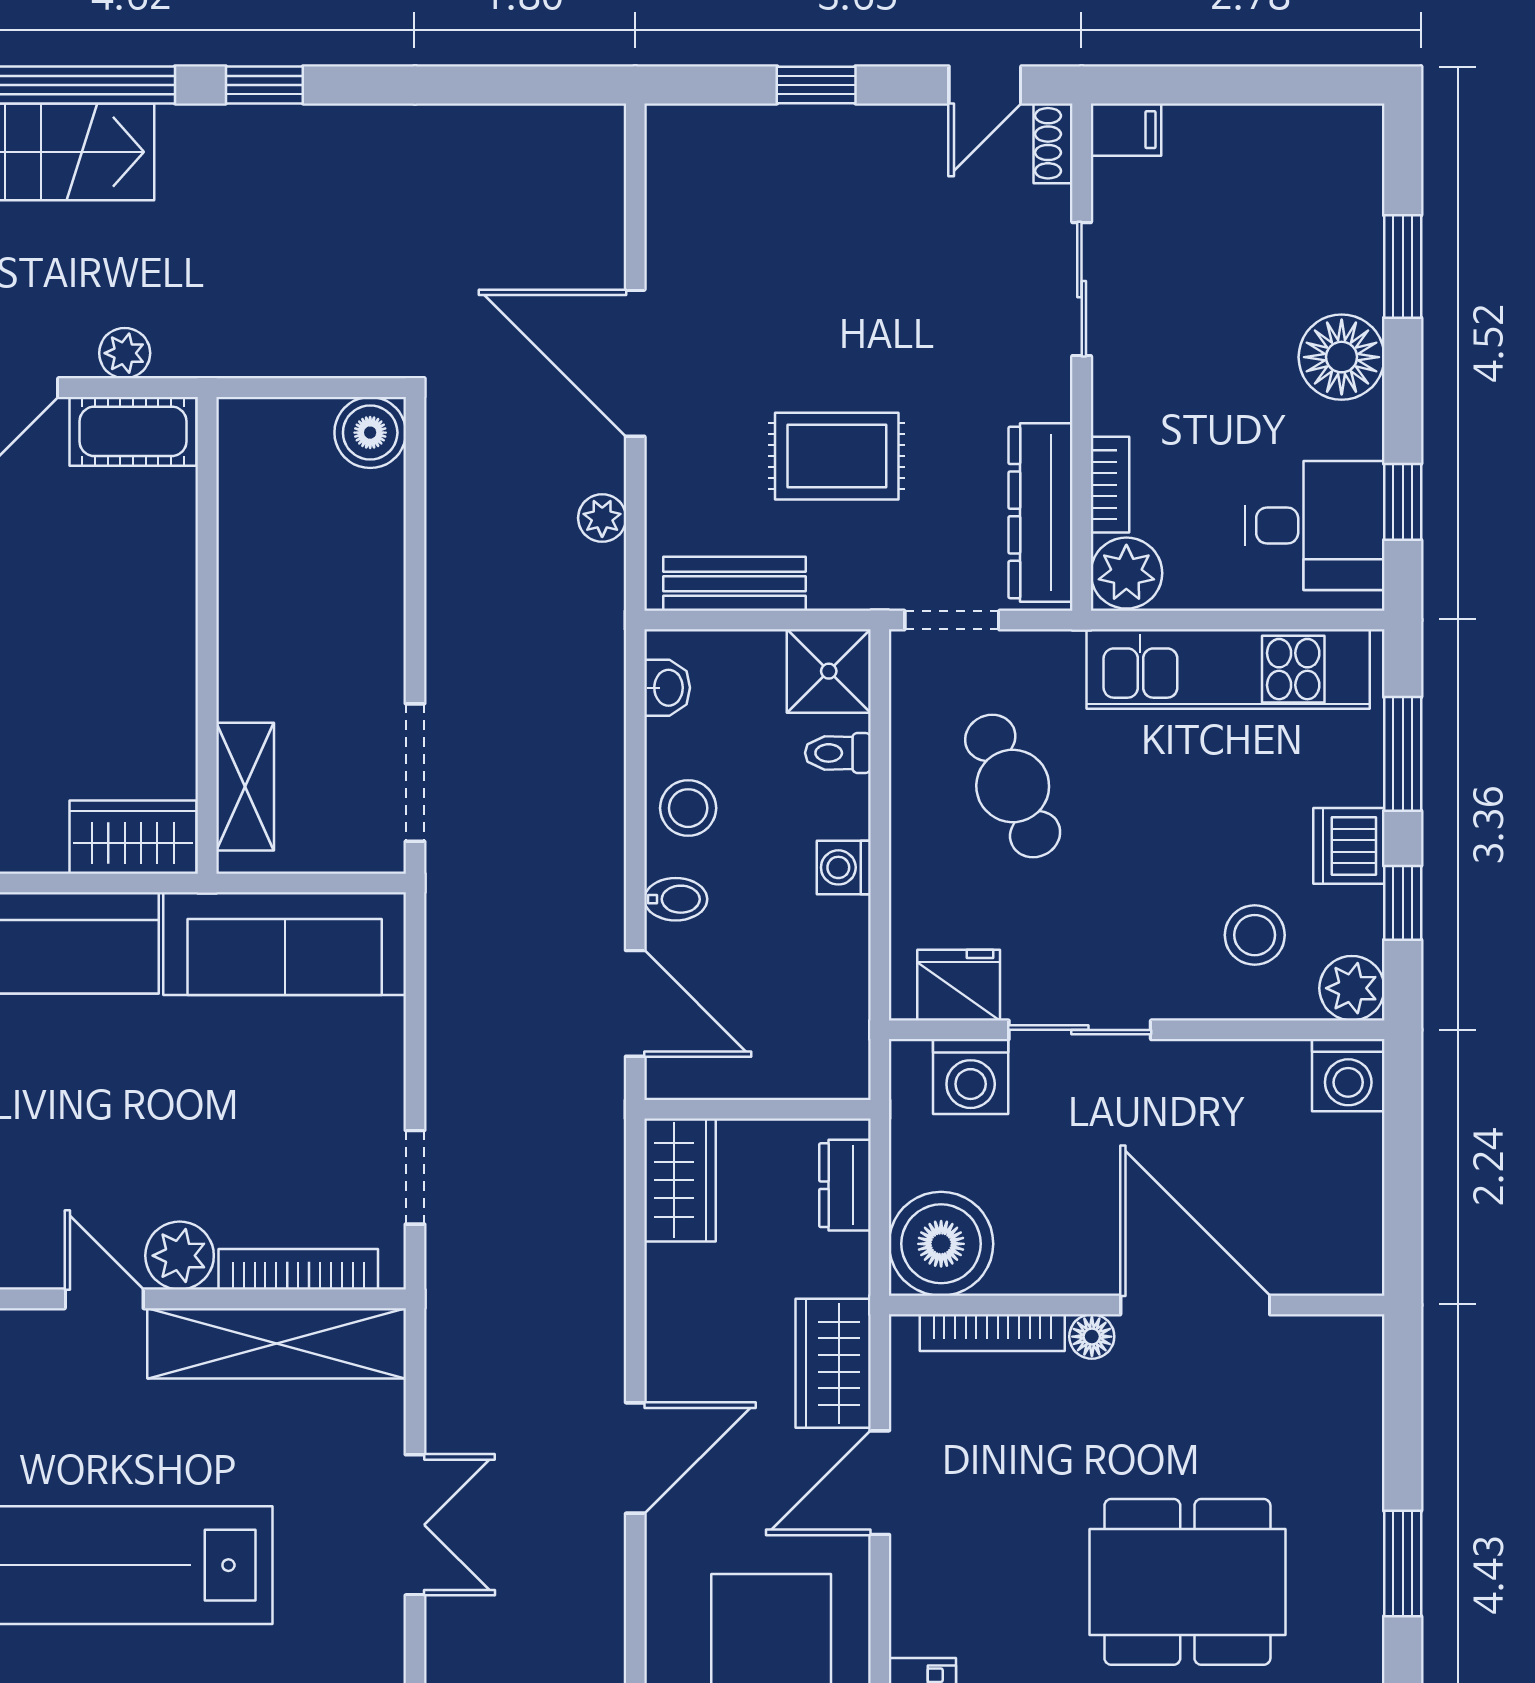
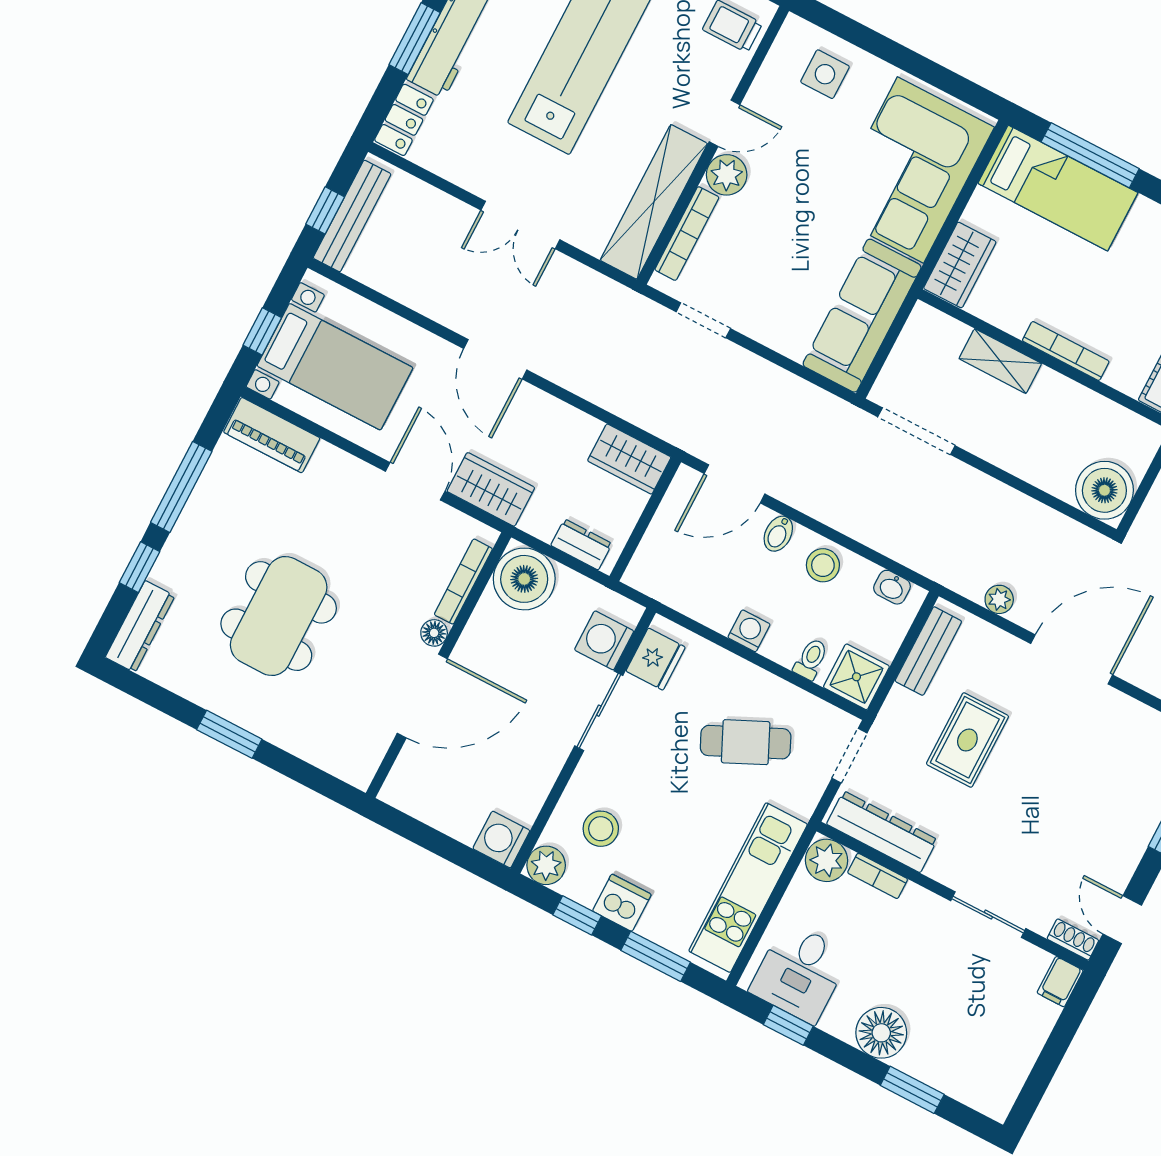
boiler: (370, 433) -> (1104, 490), width x1.37, depth x1.37
bookcase: (179, 612) -> (1066, 351), added
shelving: (245, 787) -> (1000, 361), moved

